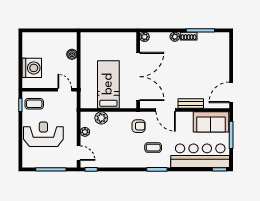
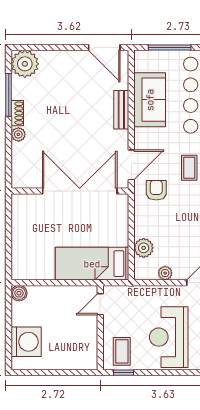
plant: (144, 37) -> (25, 64), moved, width x1.88, depth x1.88
boiler: (72, 54) -> (19, 293), moved
washing machine: (32, 68) -> (26, 342), moved, turned 90
bed: (108, 84) -> (92, 264), moved
door: (166, 110) -> (131, 165), moved
sofa: (211, 122) -> (150, 100), moved

